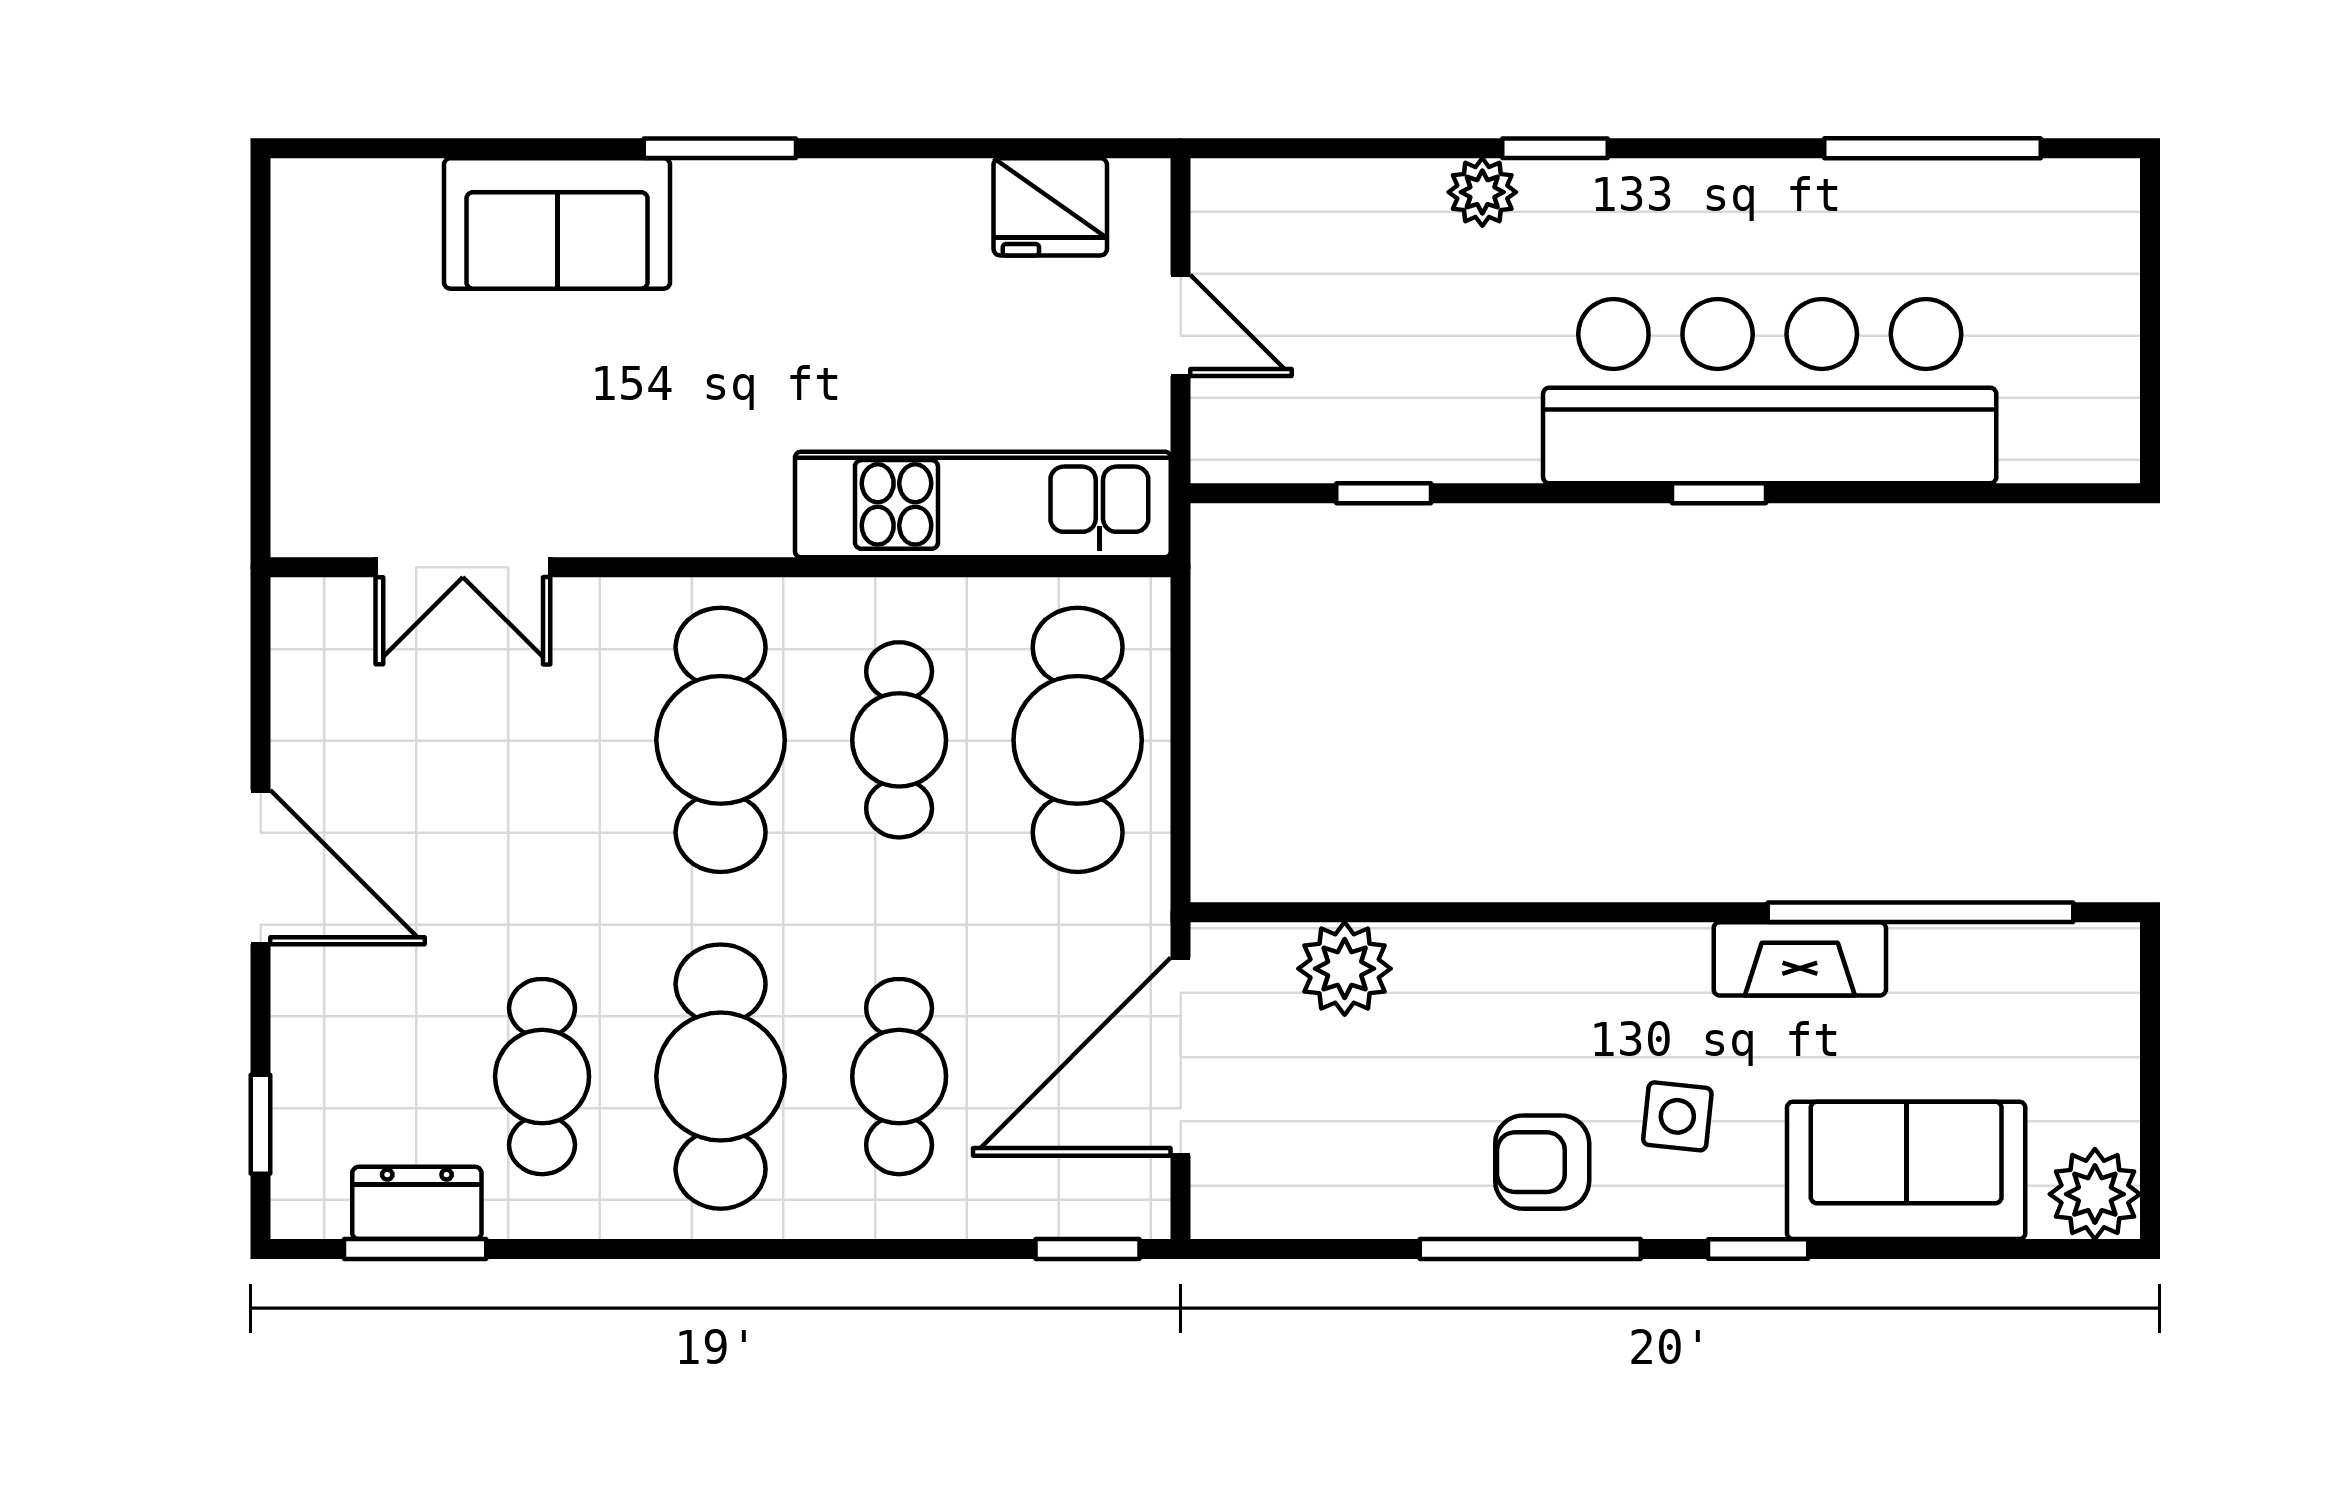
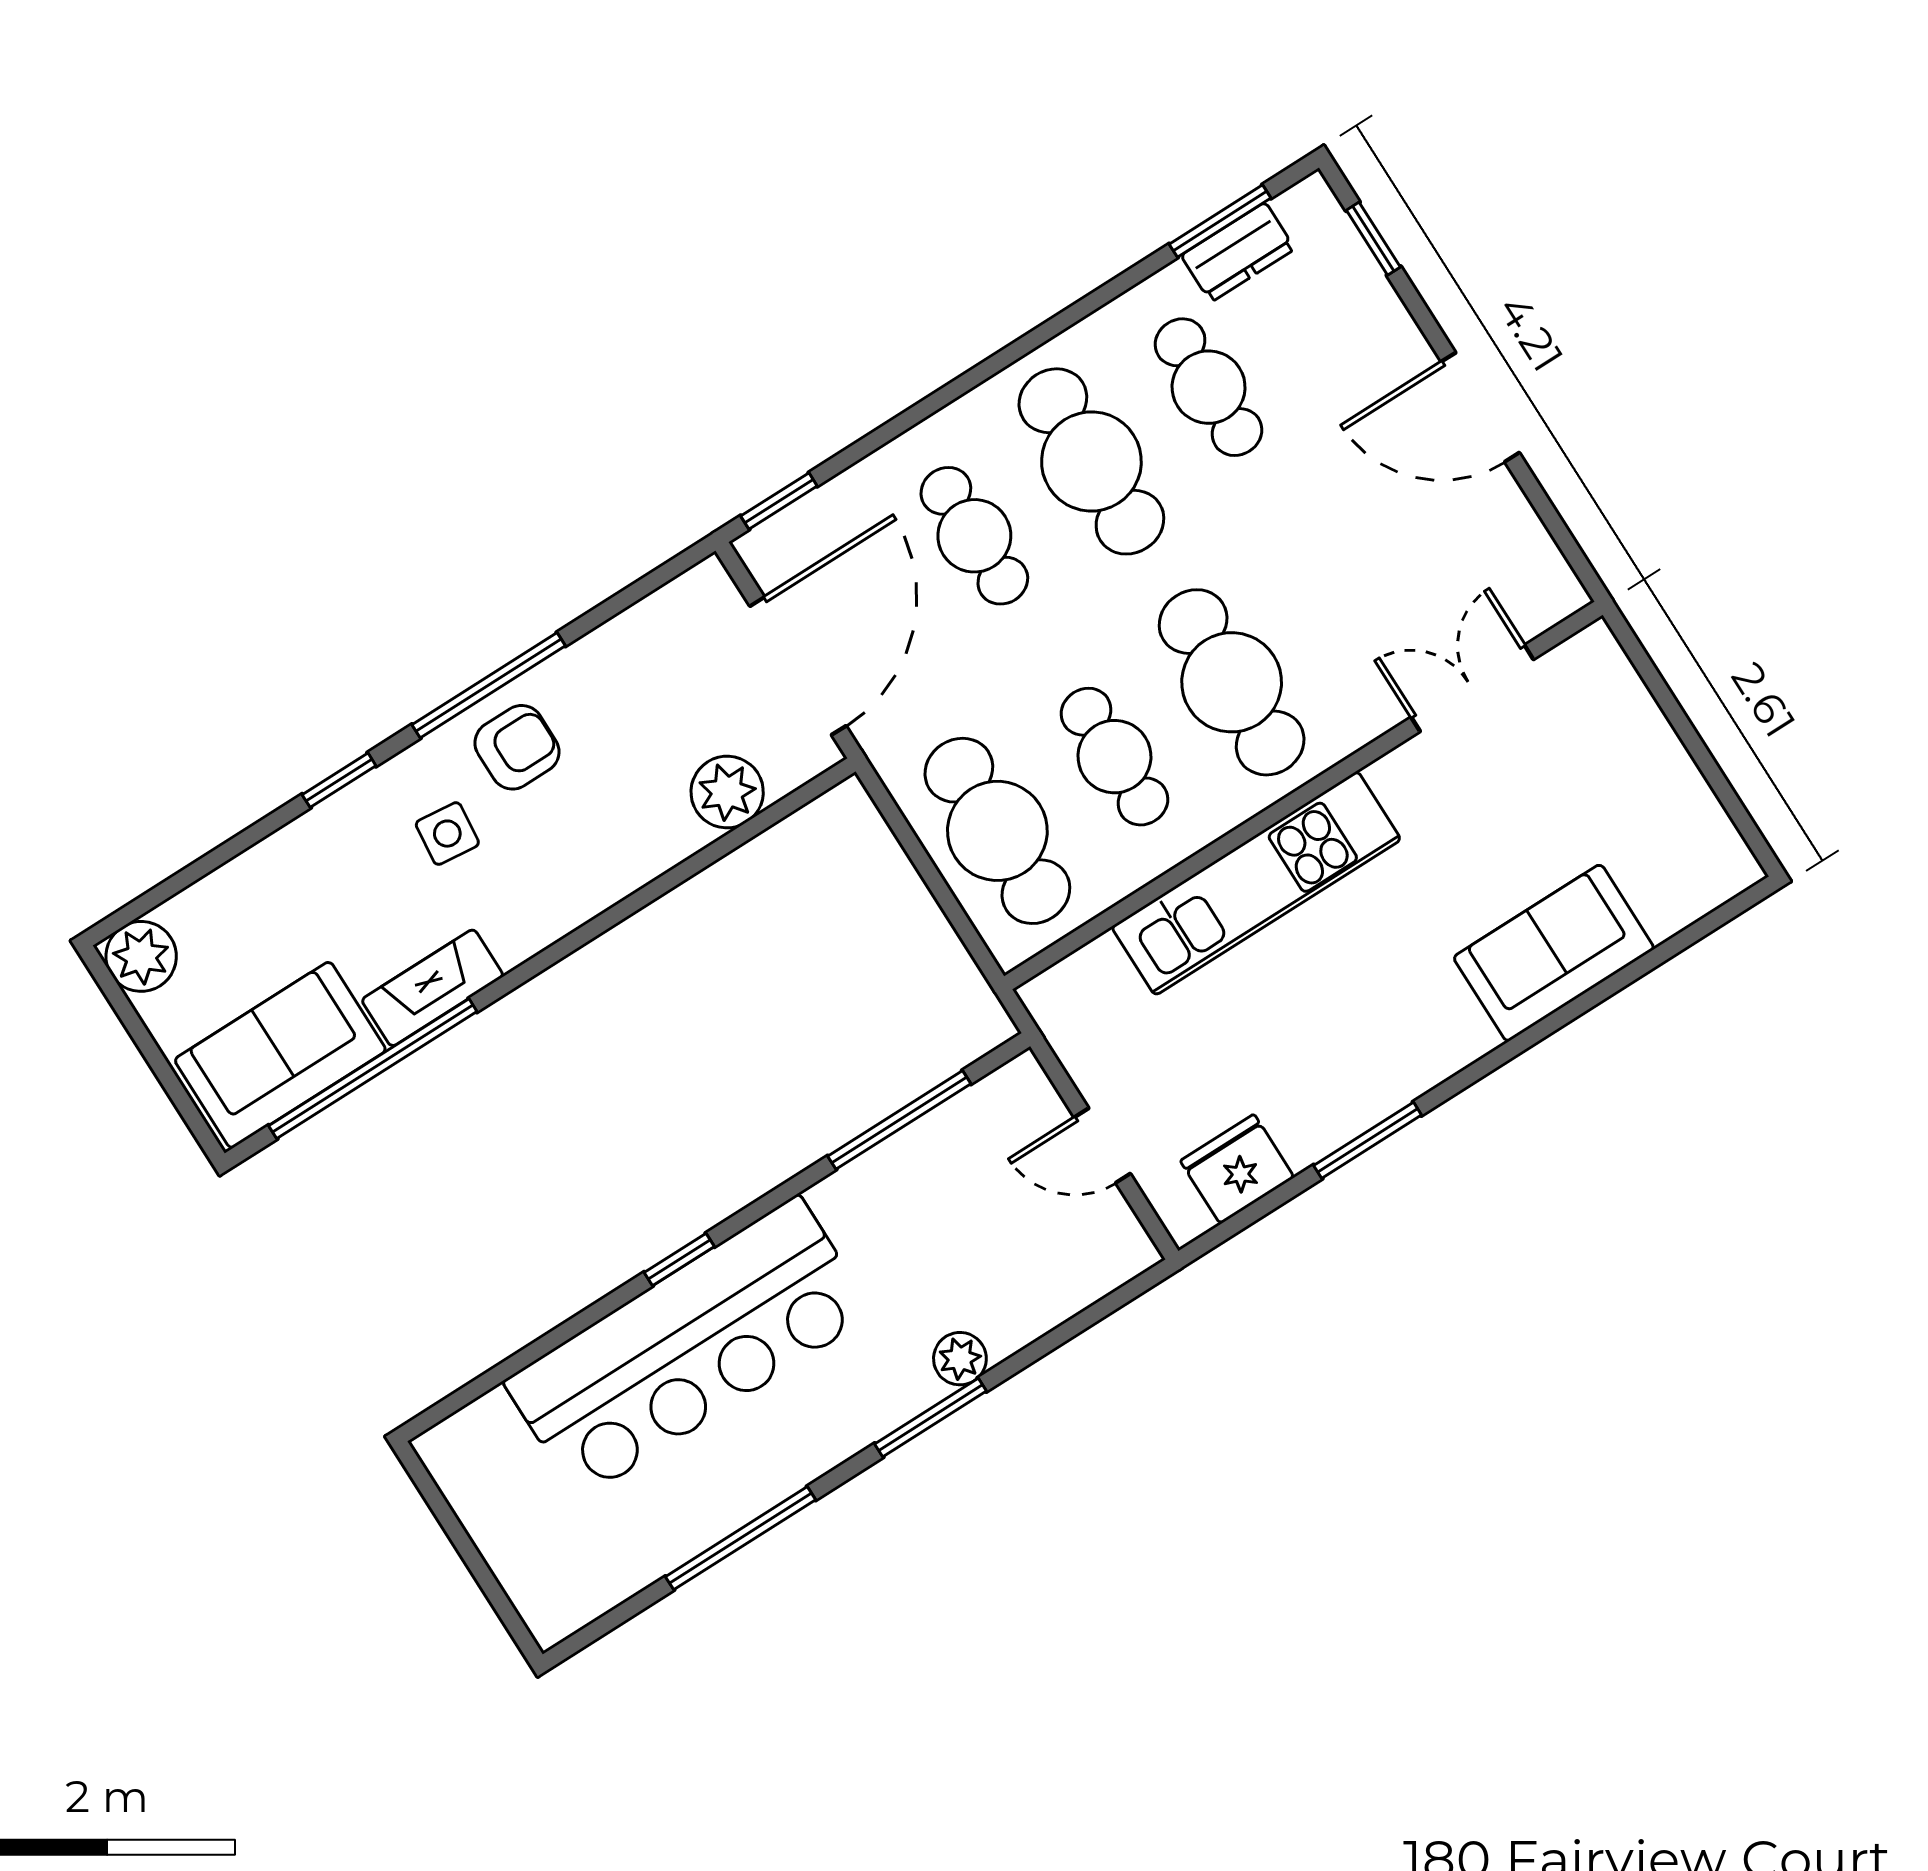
window: (720, 148) -> (1368, 1140), moved
window: (1555, 148) -> (931, 1418), width x1.50
window: (1933, 148) -> (740, 1538), moved
window: (1384, 493) -> (899, 1120), width x2.17
kitchen unit: (983, 504) -> (1256, 883), moved
sofa: (1906, 1170) -> (280, 1055), moved, turned 180

